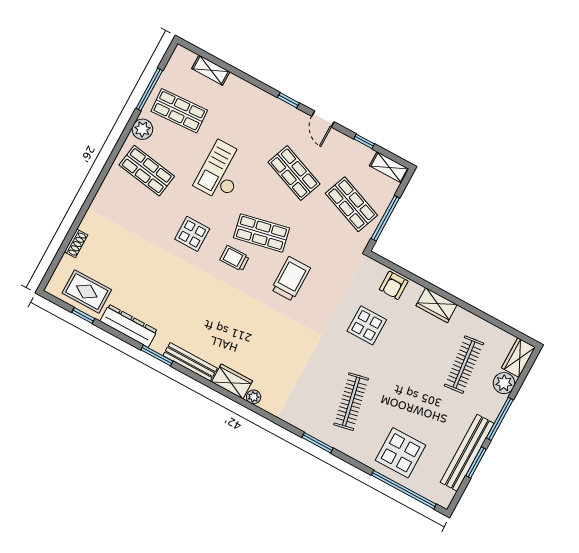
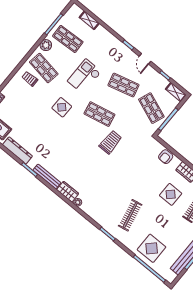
shop shelf: (294, 173) -> (124, 85), turned -36
trolley: (235, 258) -> (30, 79), moved
display table: (367, 325) -> (171, 194), moved

